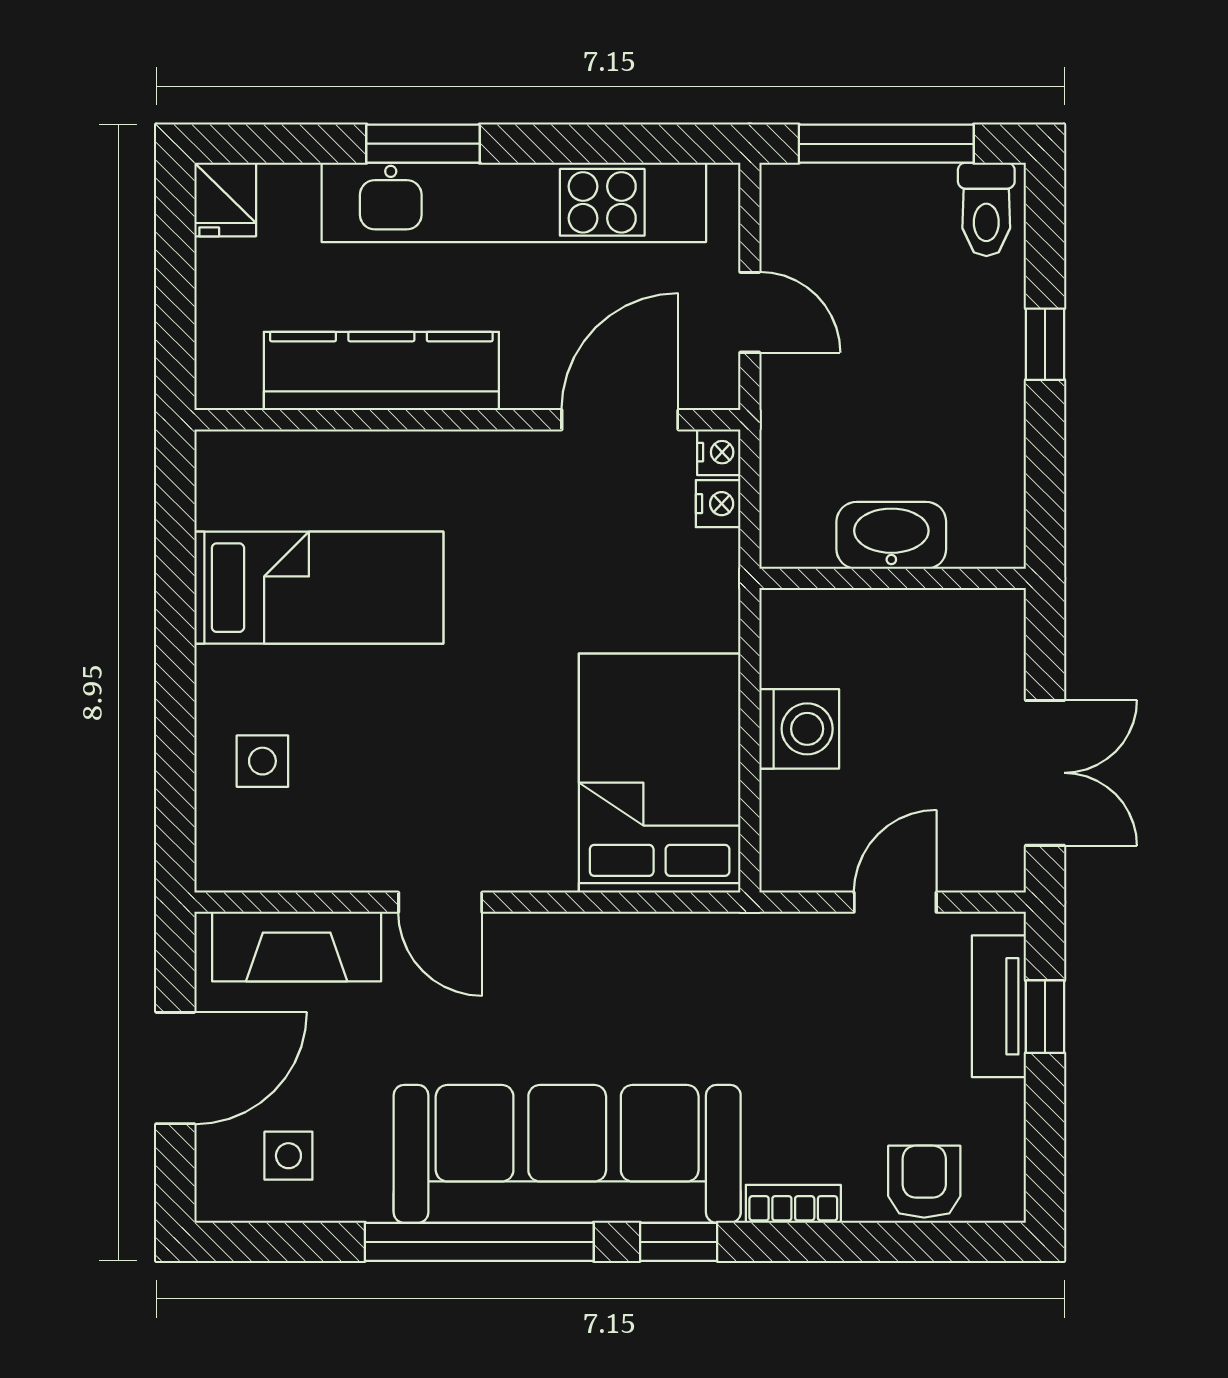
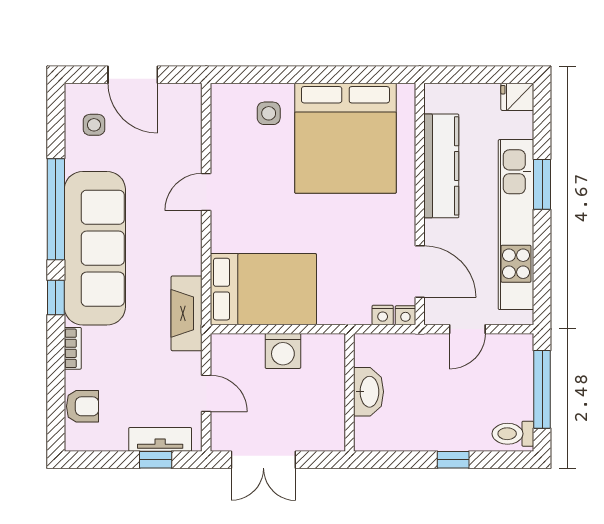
bed: (319, 588) -> (345, 138), width x2.04
fireplace: (297, 947) -> (187, 313), moved

